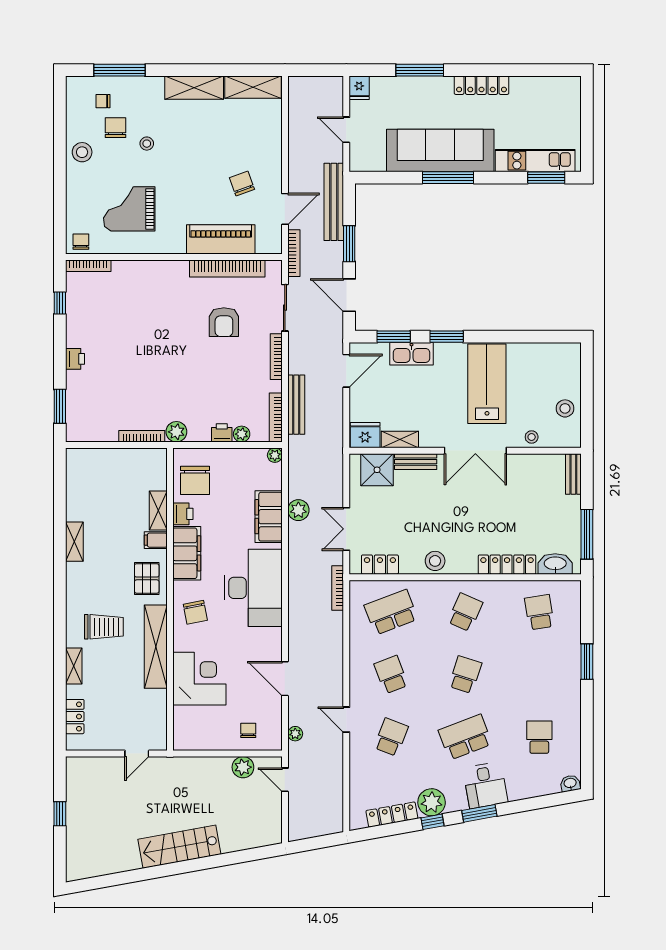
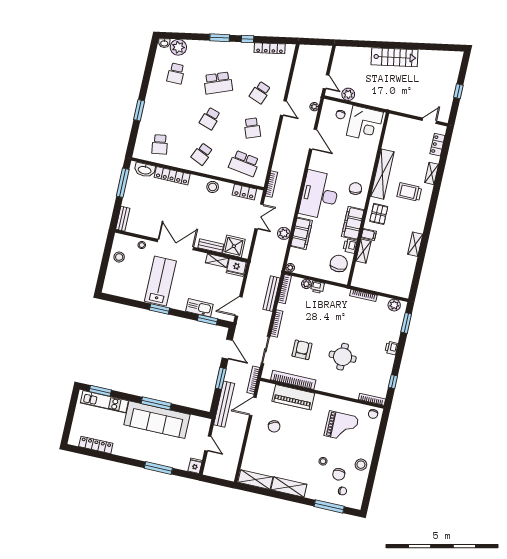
locker: (482, 85) -> (96, 445), moved
round table: (153, 326) -> (343, 357), added
window: (447, 337) -> (160, 309), moved
lab bench: (487, 384) -> (160, 281), turned 180
plant: (176, 432) -> (394, 305), moved
school desk: (391, 612) -> (244, 163), turned 30
corner desk: (199, 679) -> (365, 124), moved, turned -90
door: (137, 754) -> (429, 121), moved
desk: (485, 785) -> (213, 53), removed
plant: (432, 802) -> (178, 47), moved

